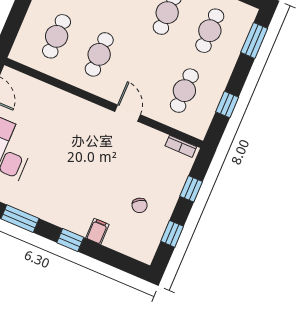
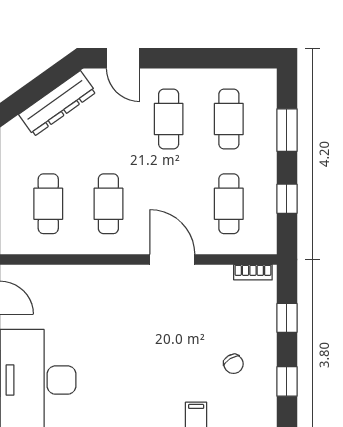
window: (254, 40) -> (287, 130), moved
door: (128, 113) -> (172, 259), width x1.38

